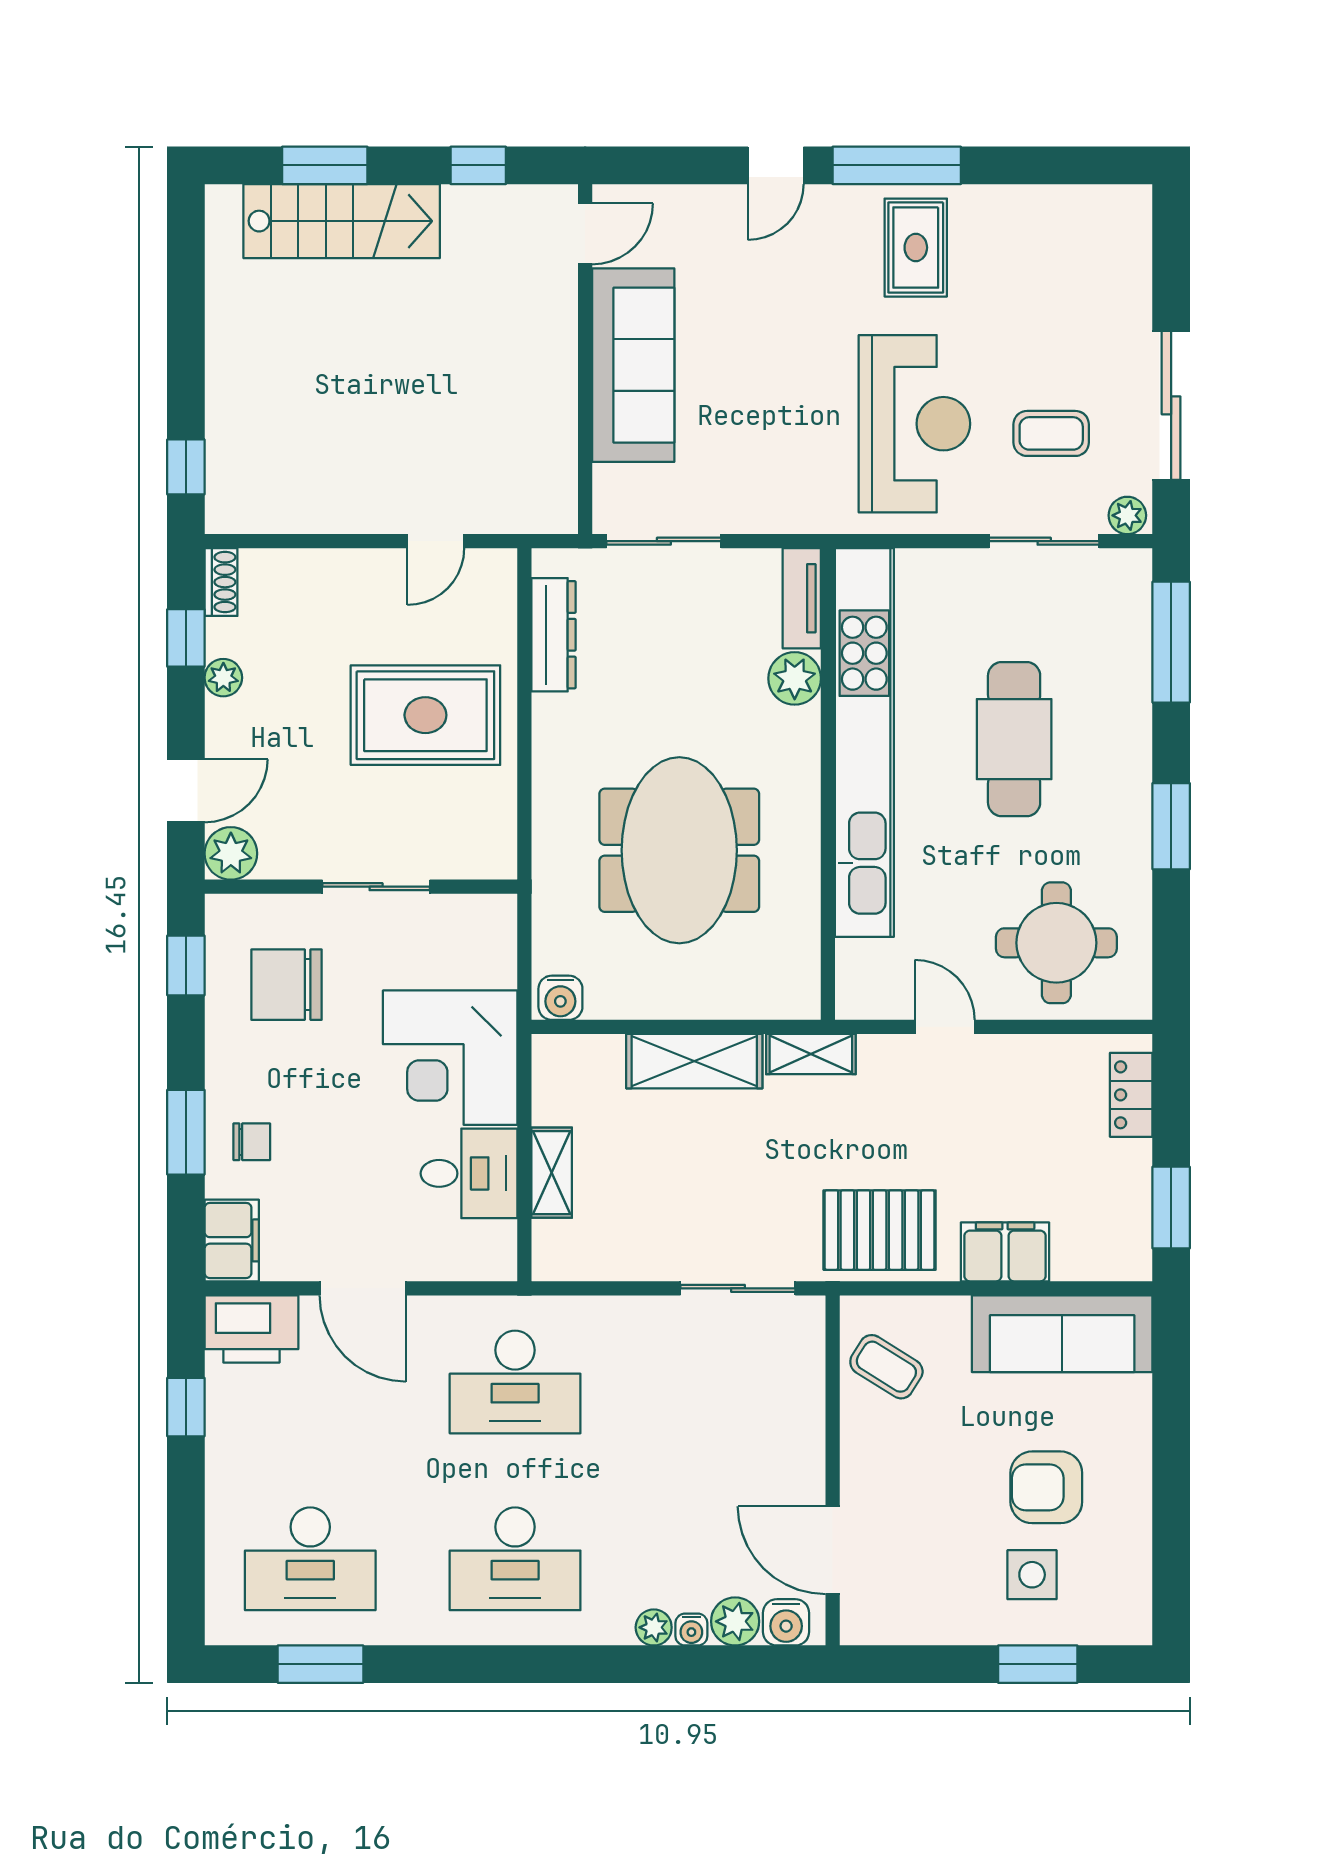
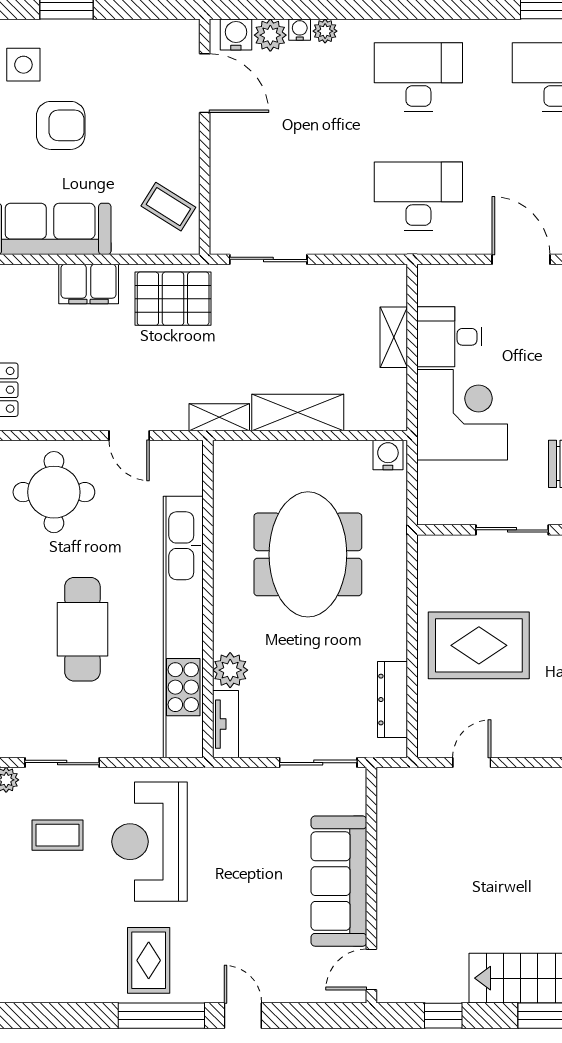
door: (776, 165) -> (243, 1016), hinge flipped
side table: (1032, 1575) -> (23, 65), moved

